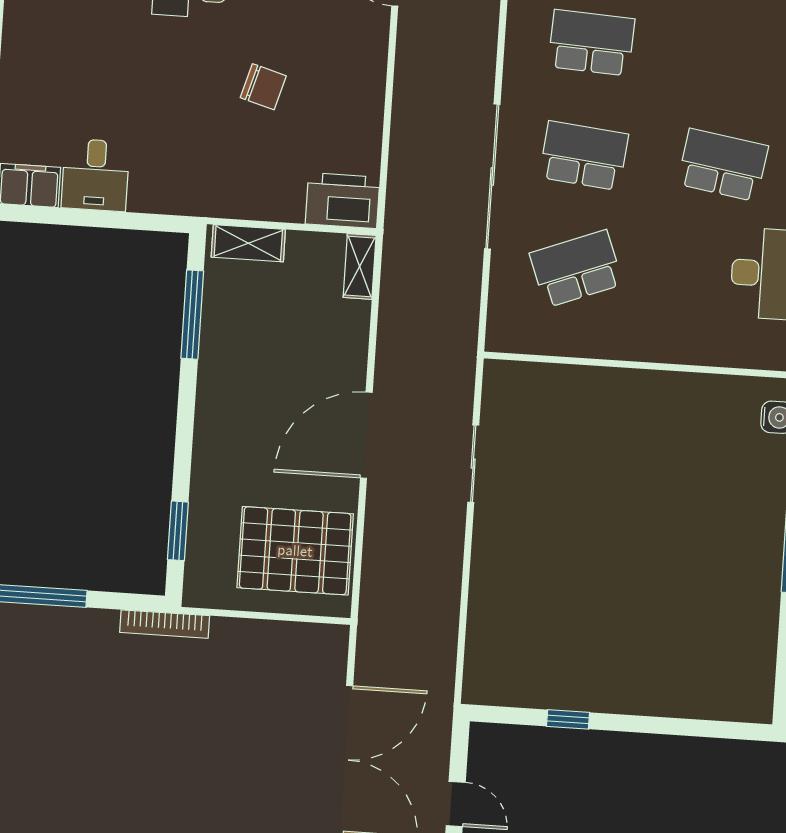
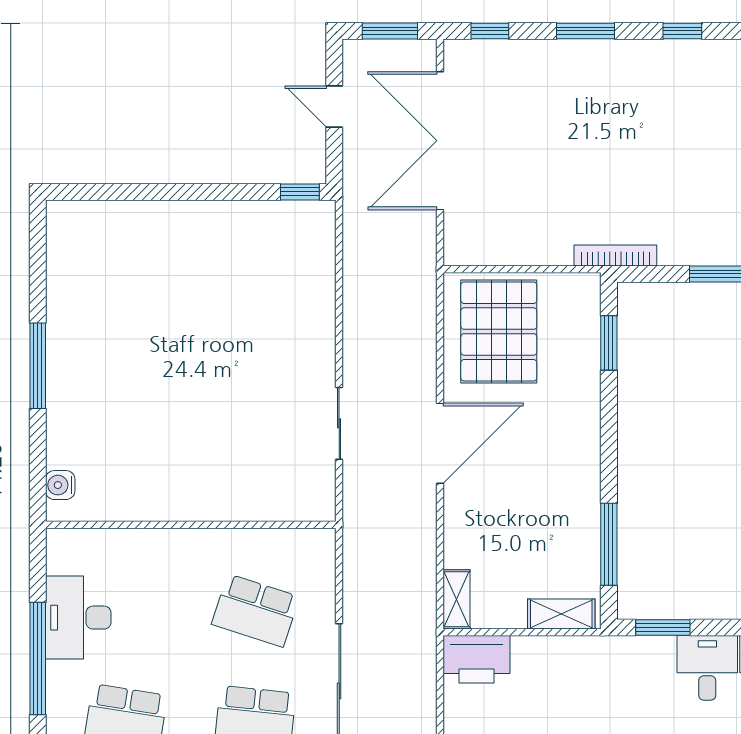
window: (140, 221) -> (663, 627), added
school desk: (576, 269) -> (255, 610), turned 39
pallet: (295, 551) -> (499, 331), turned 90
window: (568, 719) -> (300, 192), moved

